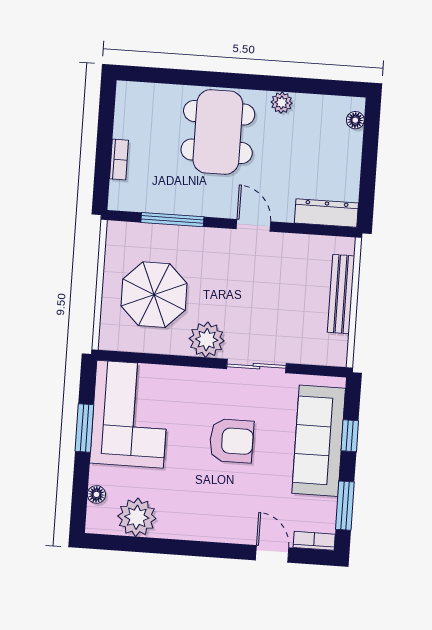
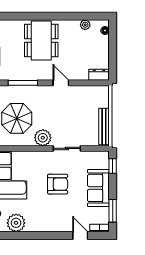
plant: (282, 103) -> (85, 25), moved
dresser: (326, 213) -> (99, 75), width x0.70
bench: (341, 294) -> (104, 126), moved
window: (350, 436) -> (113, 166), moved
sofa: (319, 441) -> (98, 188), width x0.73

